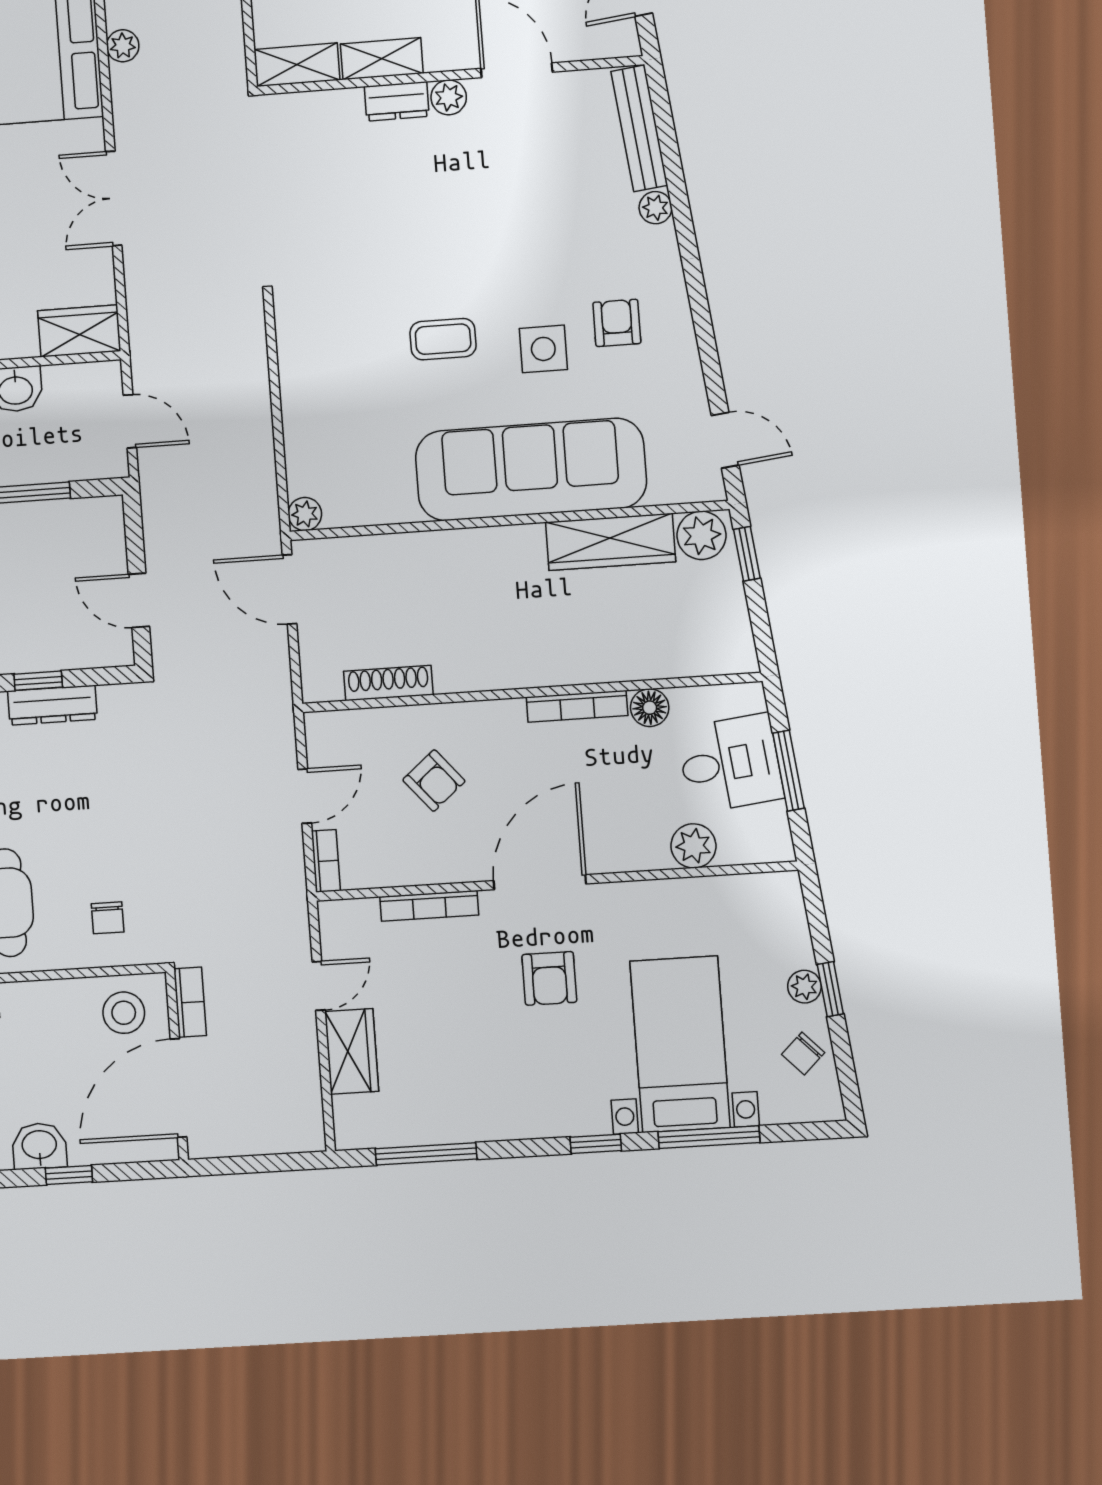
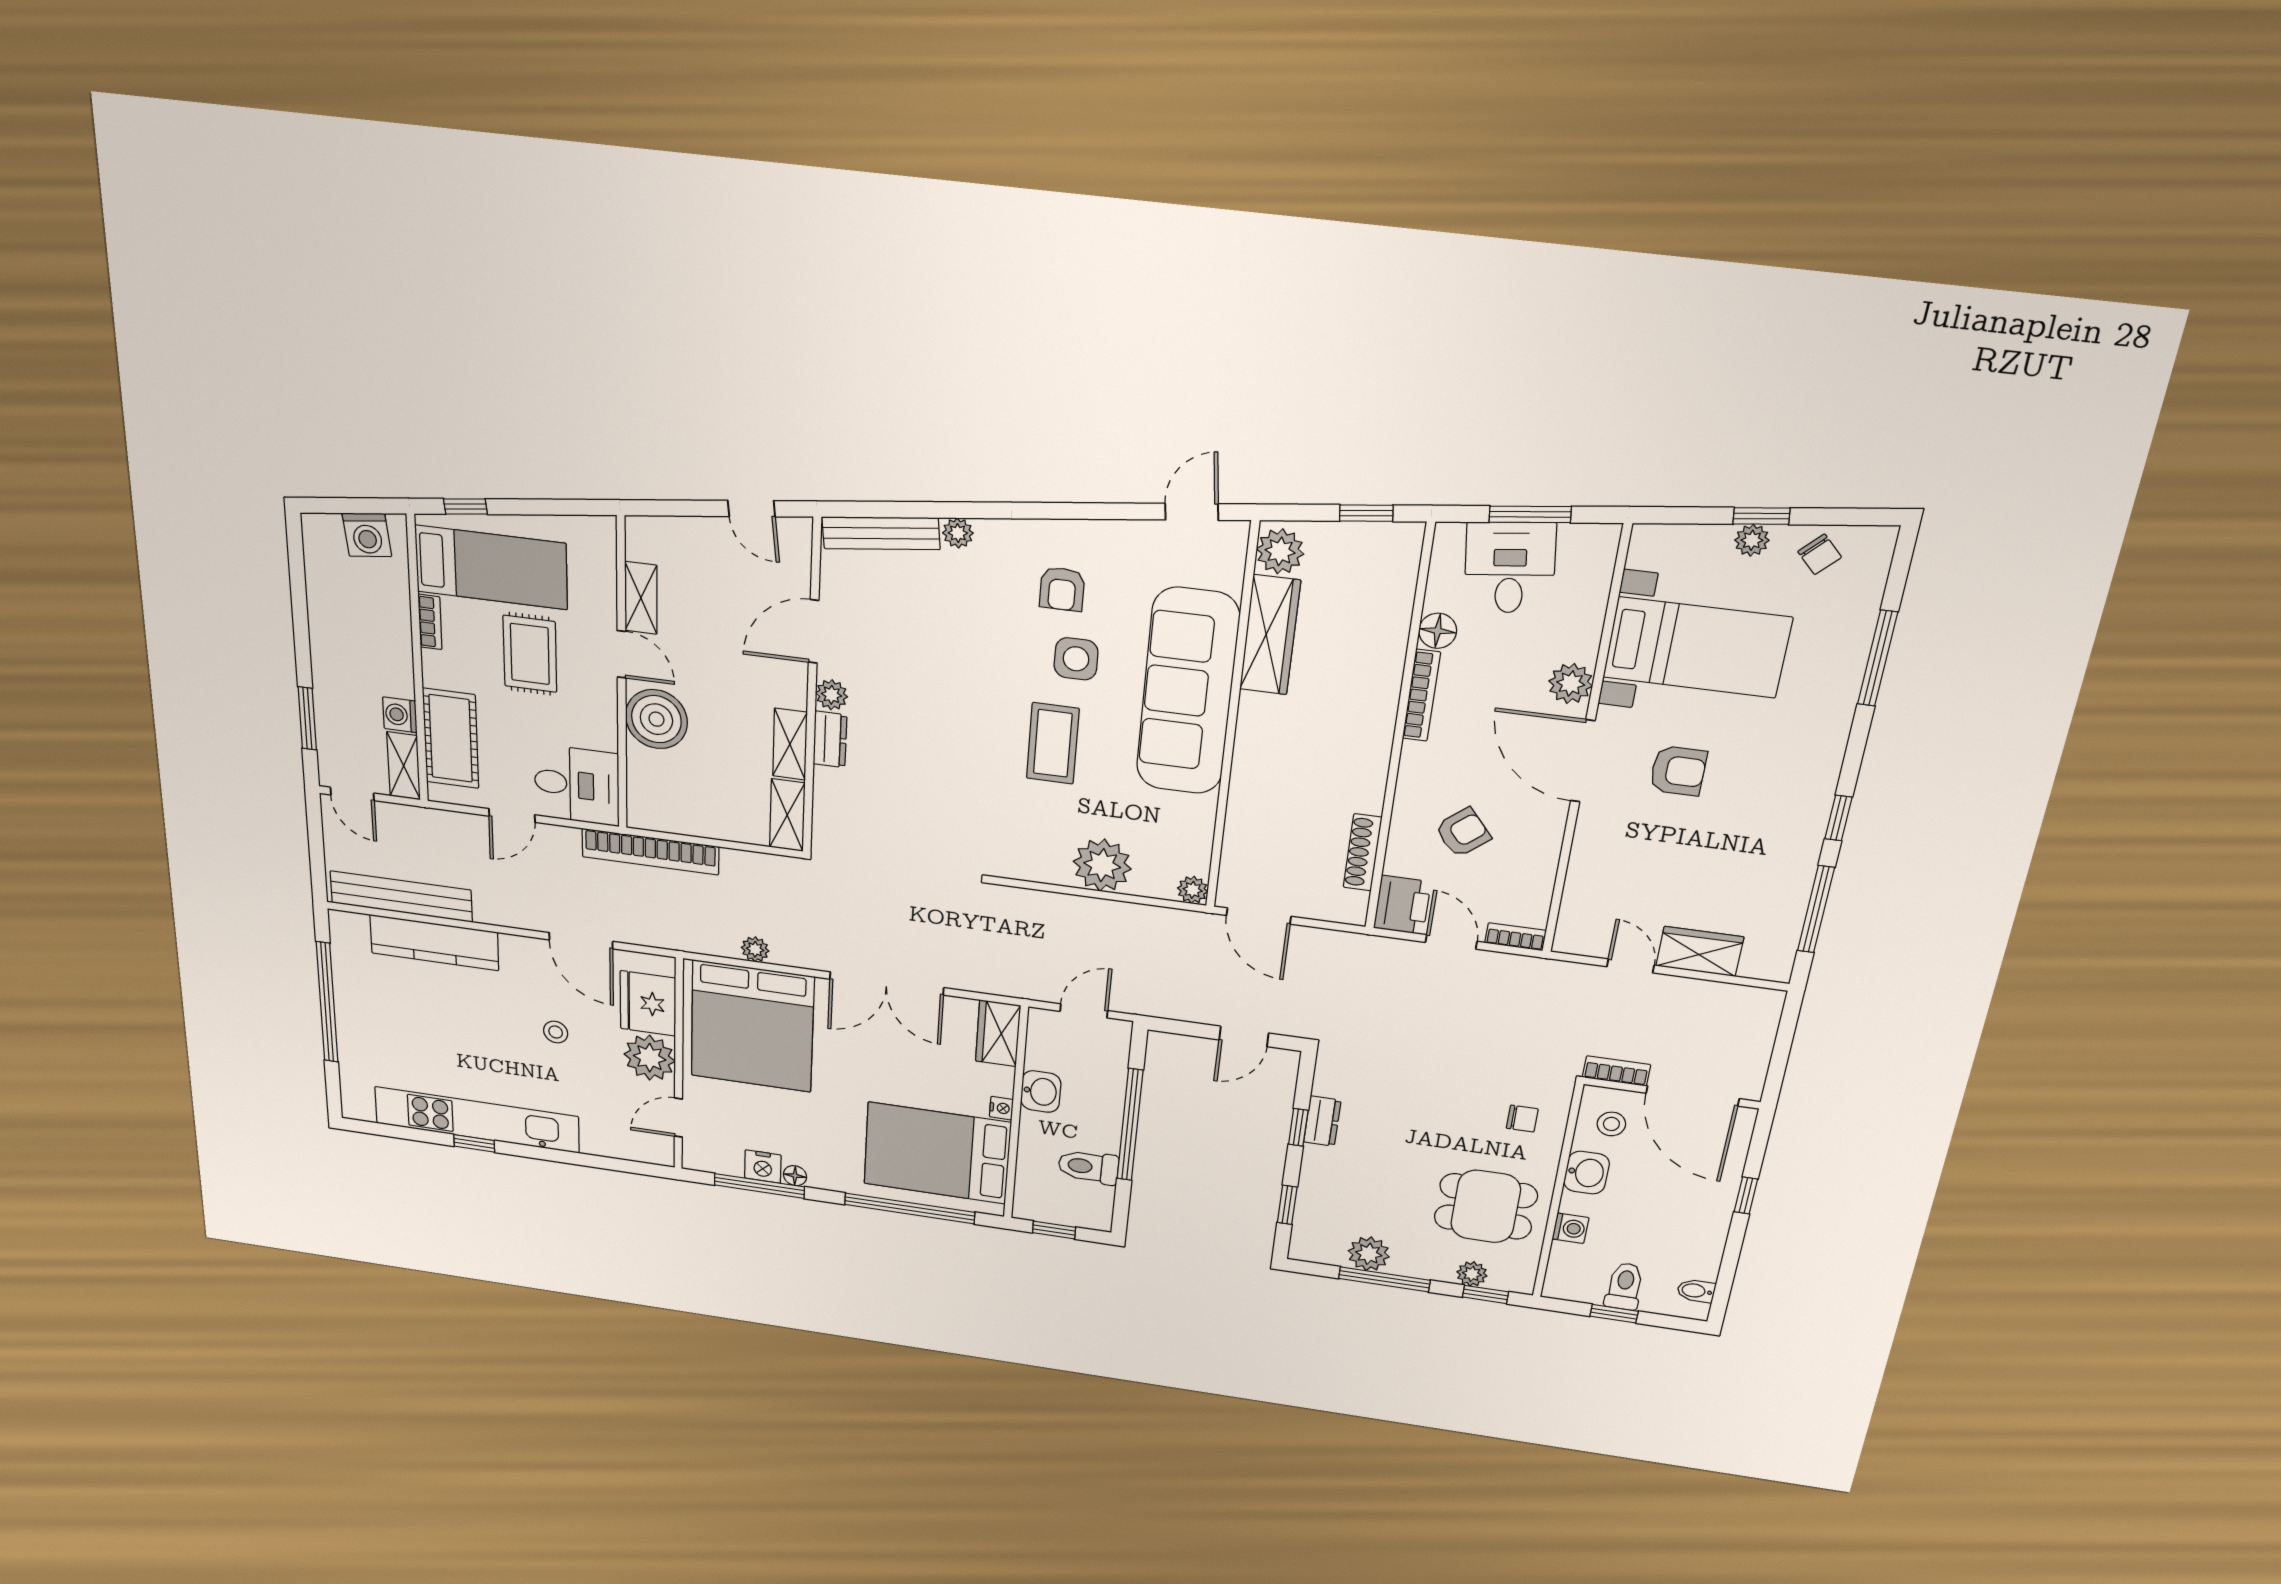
double door: (114, 198) -> (887, 983), width x1.37
armchair: (617, 323) -> (1062, 589), turned -90
coffee table: (443, 339) -> (1053, 743), width x1.36, depth x1.30
plant: (313, 413) -> (1102, 865), added
window: (747, 554) -> (1366, 513), moved
door: (290, 589) -> (1259, 916), hinge flipped
dresser: (52, 705) -> (1322, 1121), width x0.70
printer: (337, 736) -> (1402, 905), added
plant: (693, 846) -> (1571, 683), moved
bookcase: (429, 906) -> (1580, 860), removed
stool: (124, 1013) -> (1611, 1124), width x0.73, depth x0.73
bed with nightstands: (680, 1044) -> (1697, 647), moved, turned 180
window: (596, 1144) -> (1838, 818), moved
washbasin: (39, 1146) -> (1587, 1173), moved, turned 180

